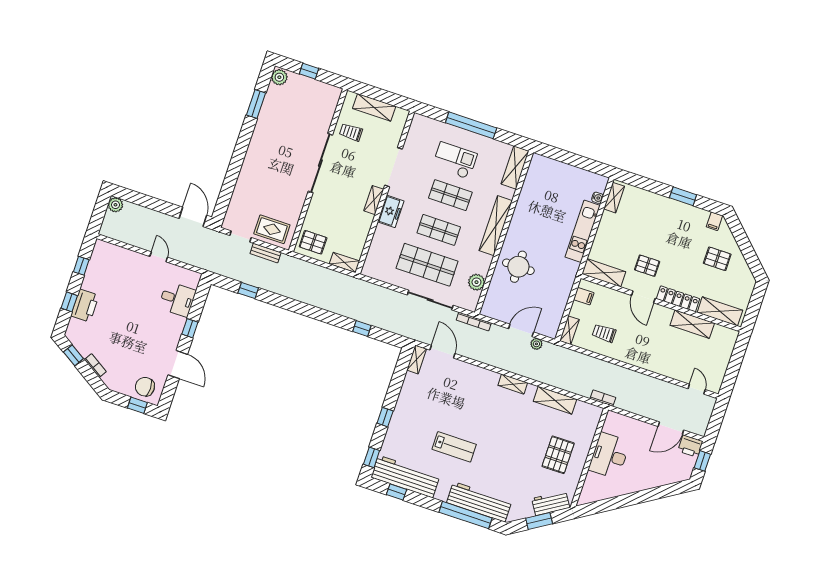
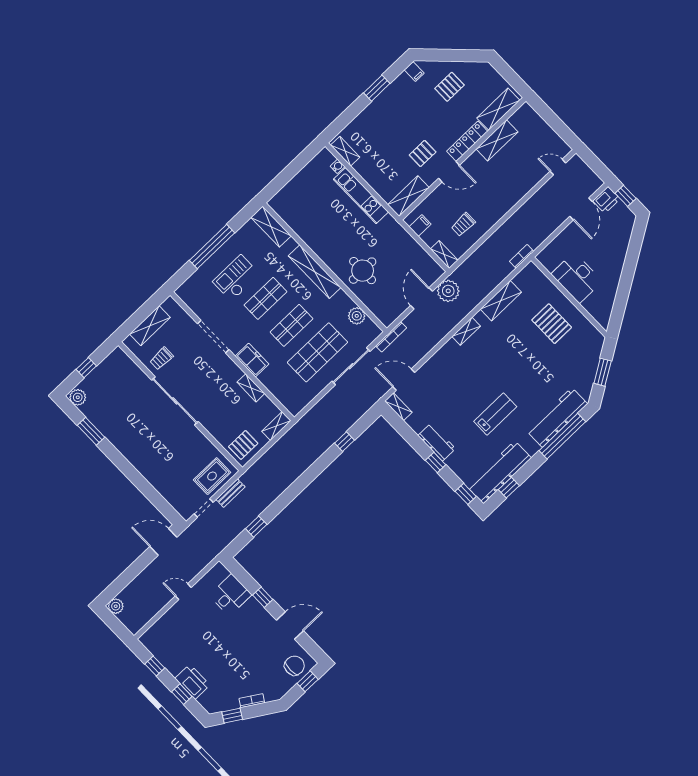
shelving: (374, 200) -> (251, 388), moved
plant: (536, 344) -> (448, 291), width x1.87, depth x1.87
chair: (145, 387) -> (294, 666), turned 180
workbench: (551, 503) -> (437, 442), moved, turned 122

